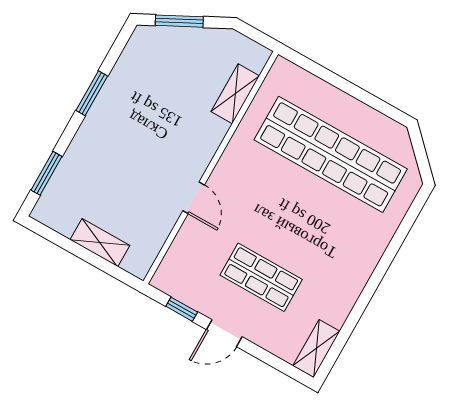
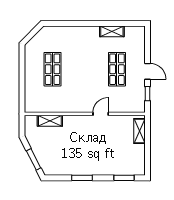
shop shelf: (331, 154) -> (53, 69), width x0.50, depth x0.74
shelving: (100, 243) -> (139, 131), moved
shelving: (316, 349) -> (112, 31), moved

